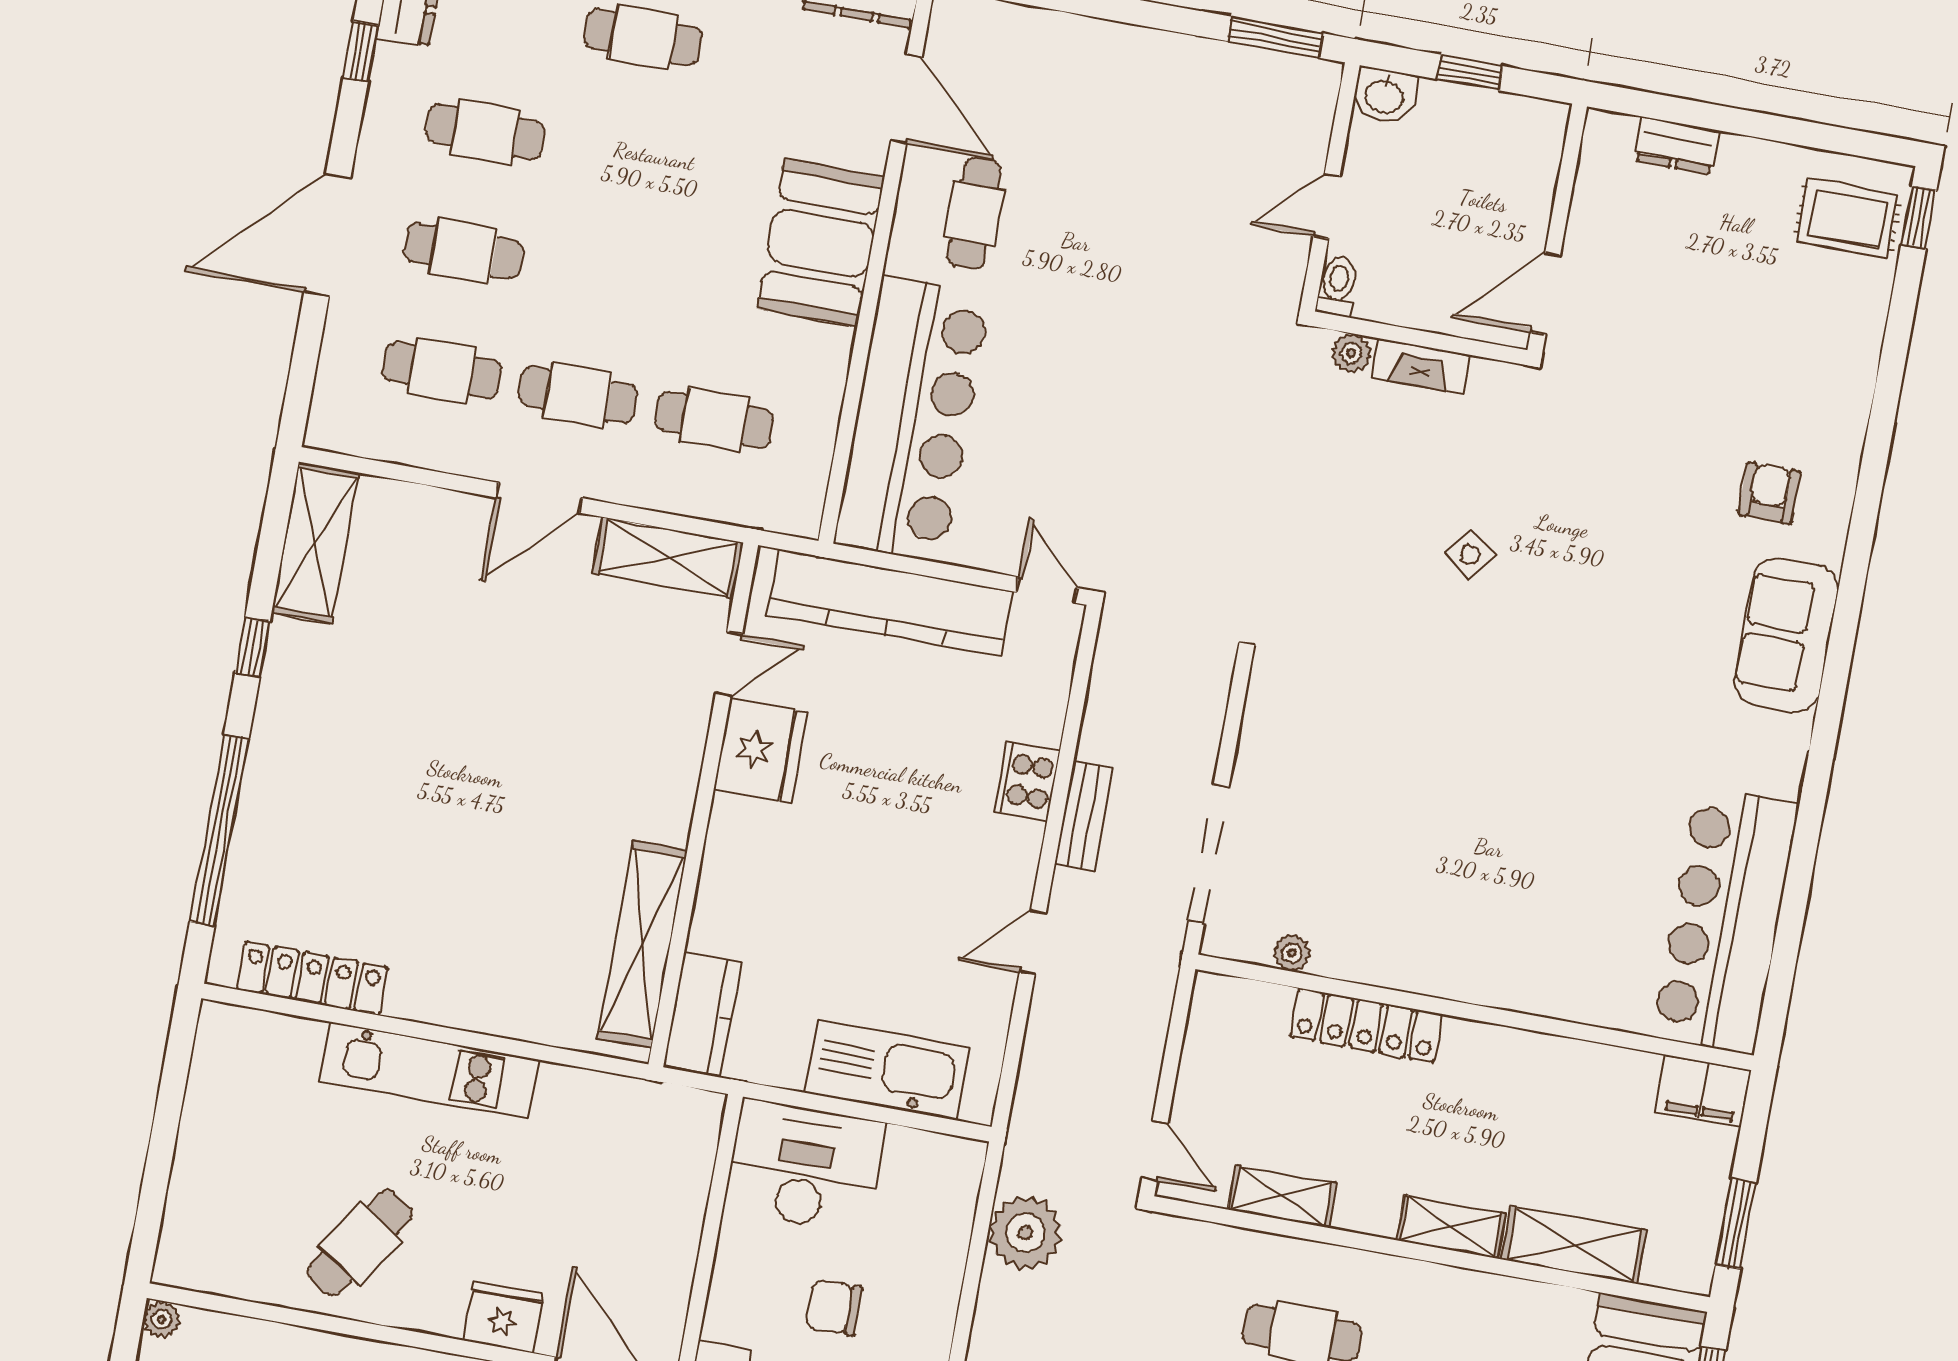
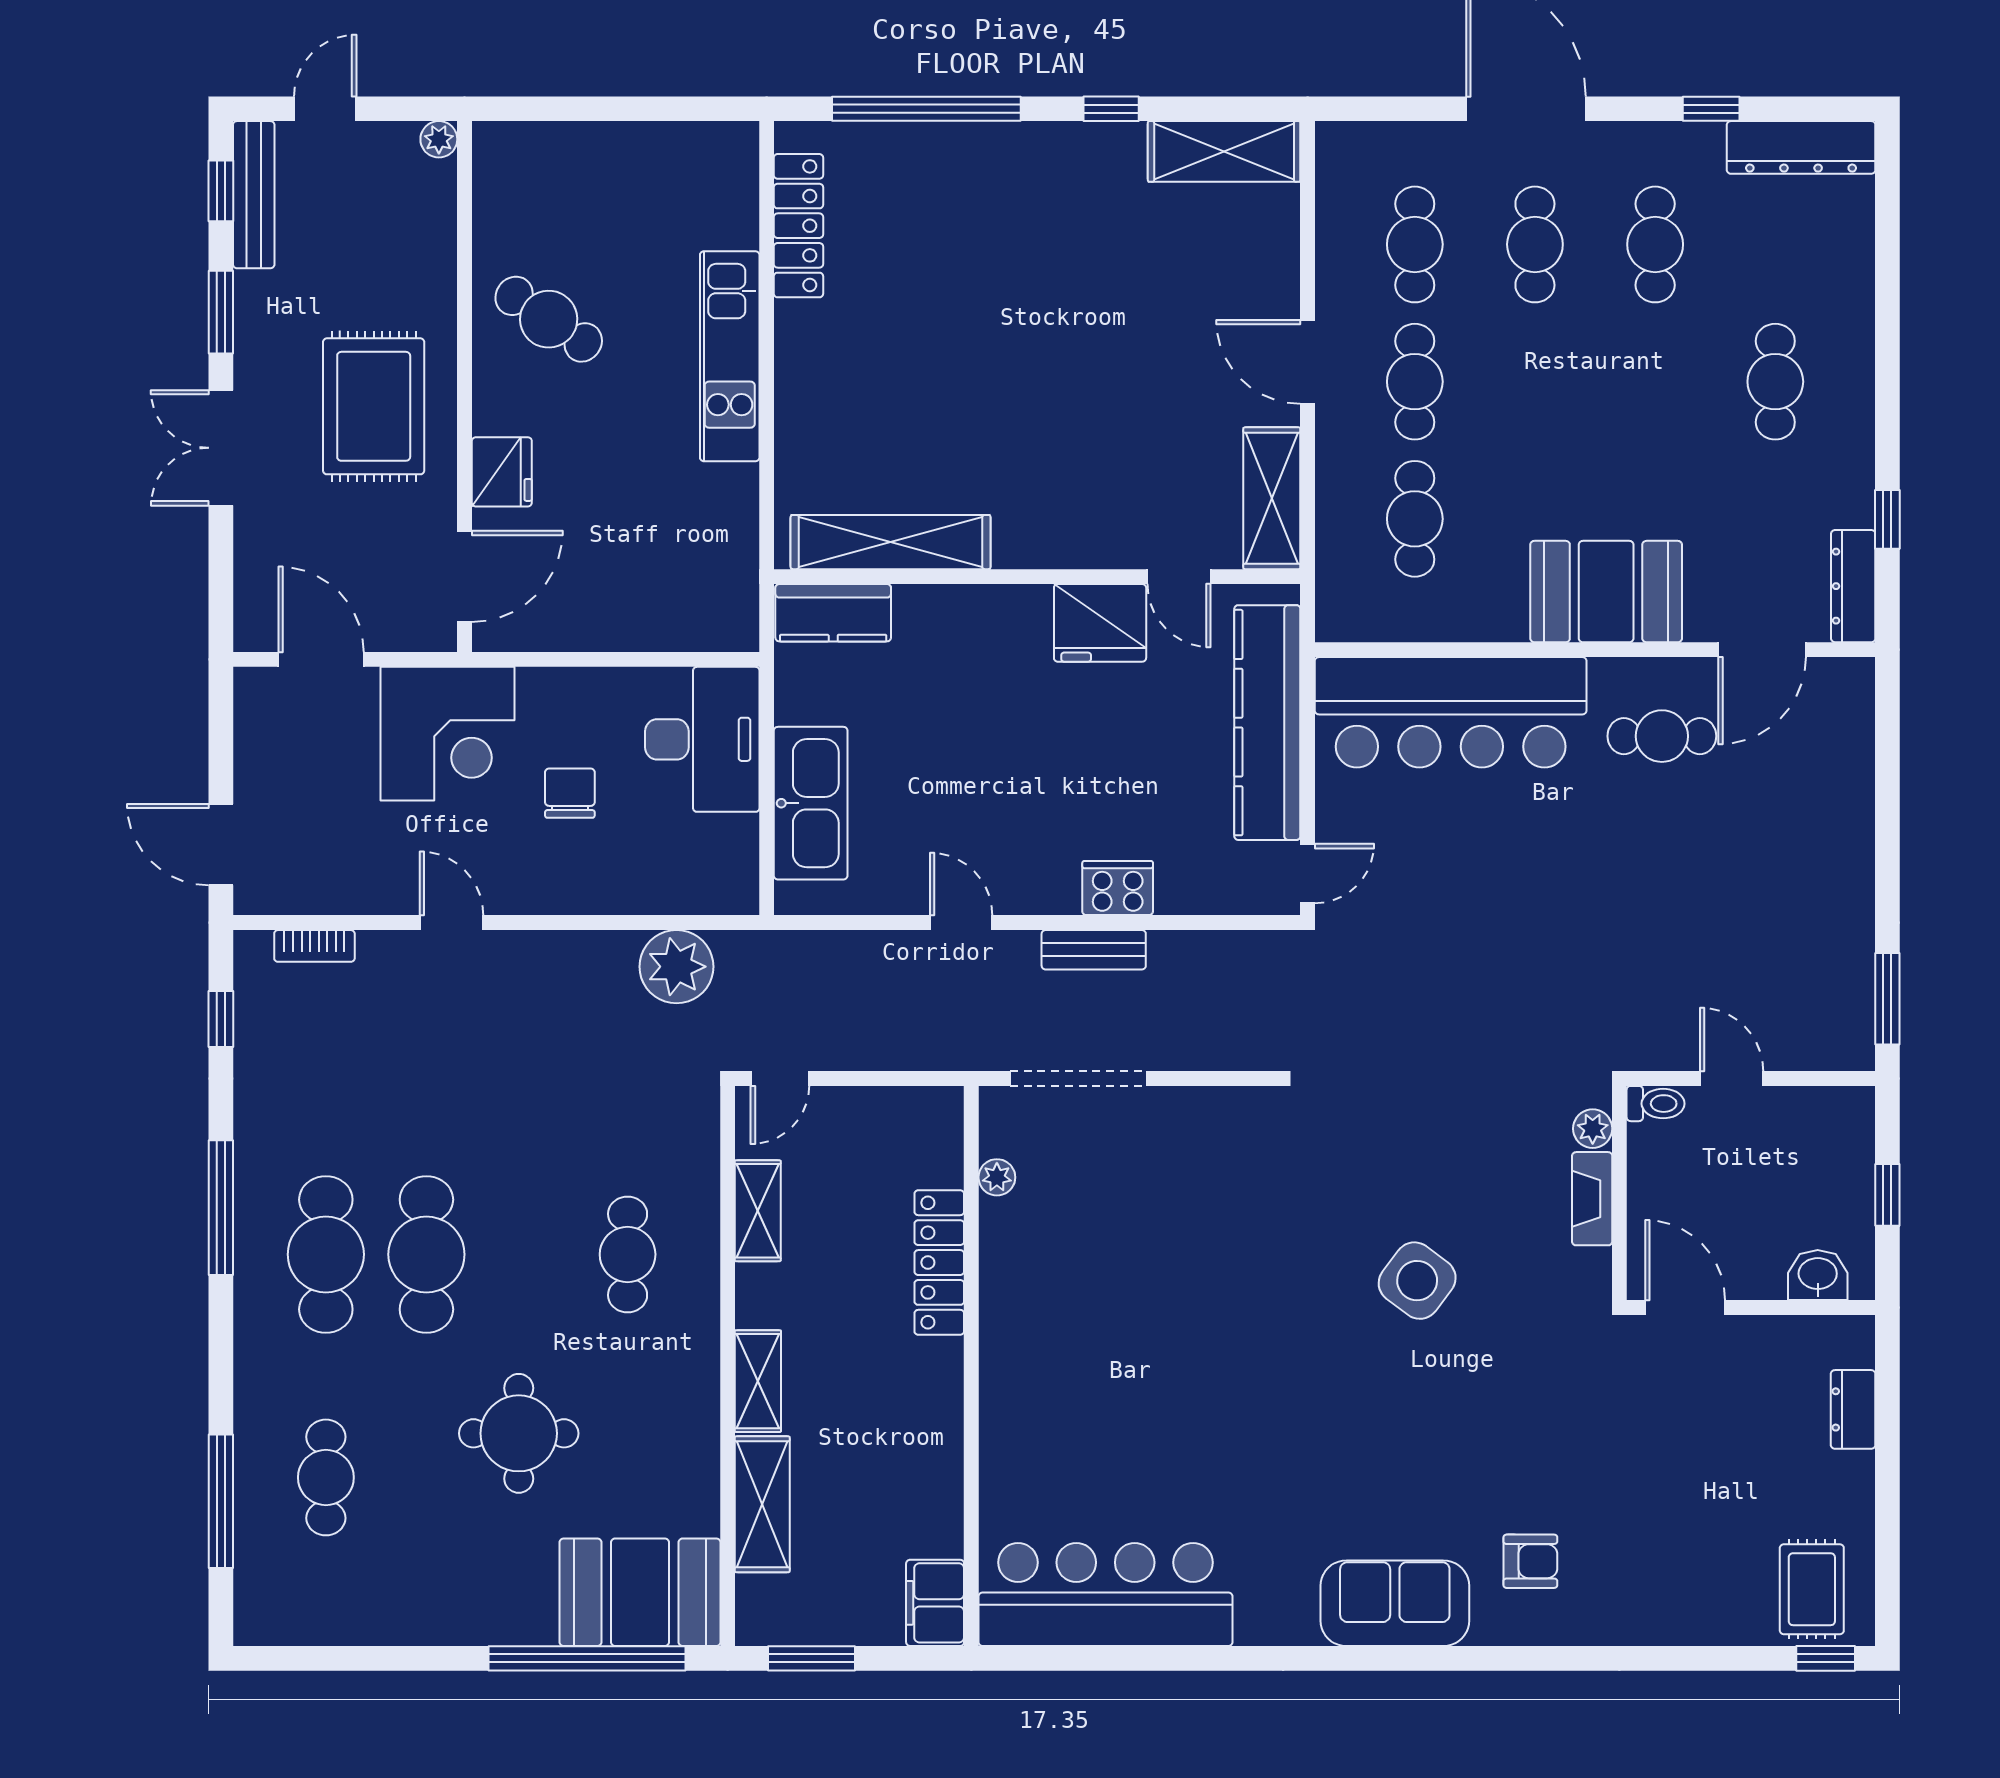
washbasin: (1385, 95) -> (1818, 1275), moved, turned 90
side table: (1470, 555) -> (1417, 1281), width x1.87, depth x1.87

